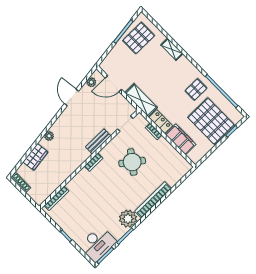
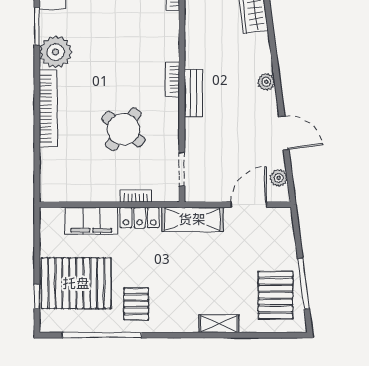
plant: (49, 136) -> (266, 82), moved
bench: (98, 141) -> (193, 93), moved

